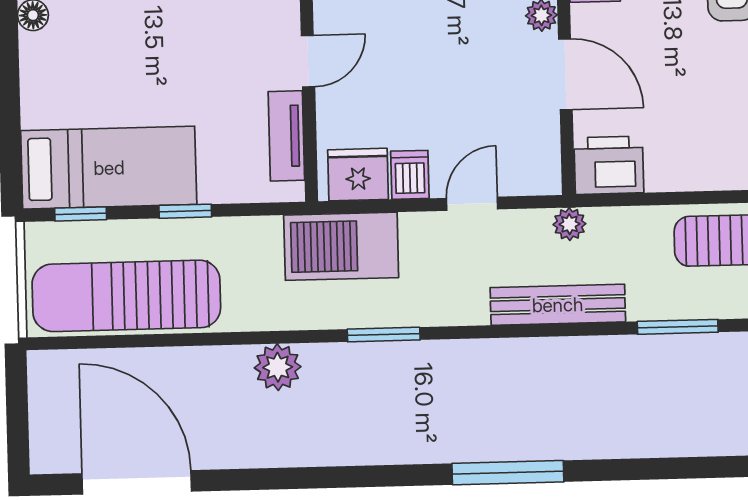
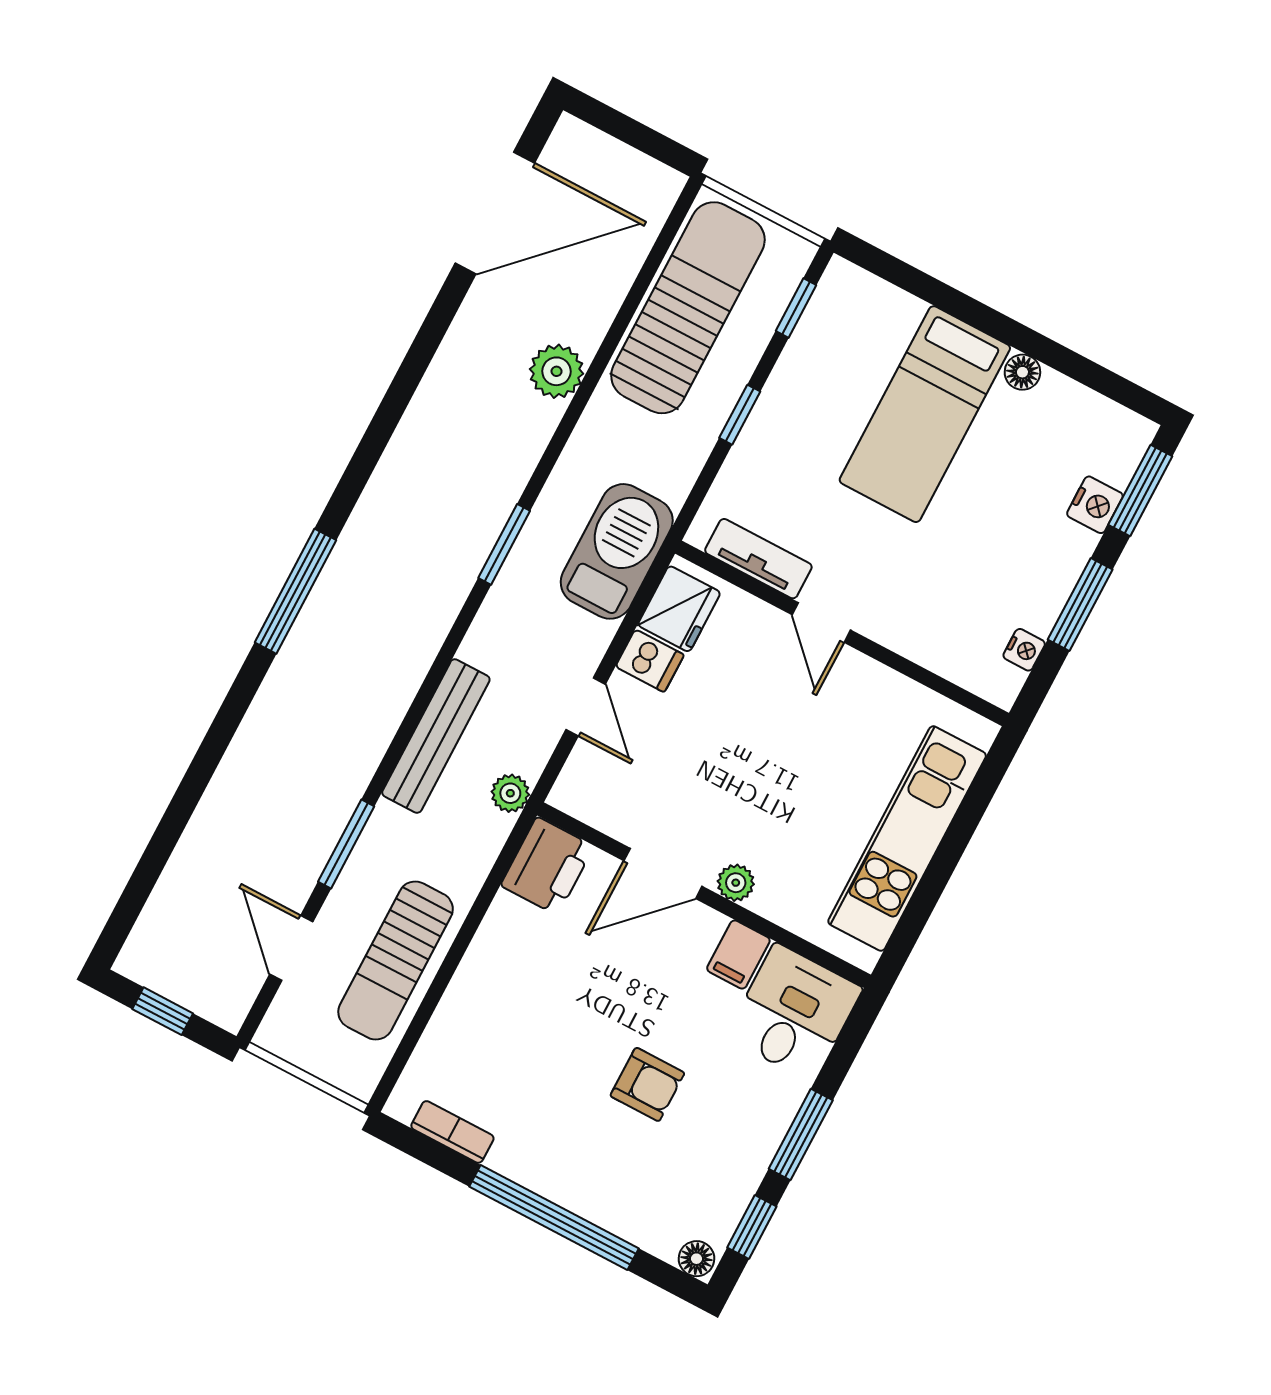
bed: (109, 168) -> (925, 414), moved
plant: (278, 367) -> (556, 371), moved

